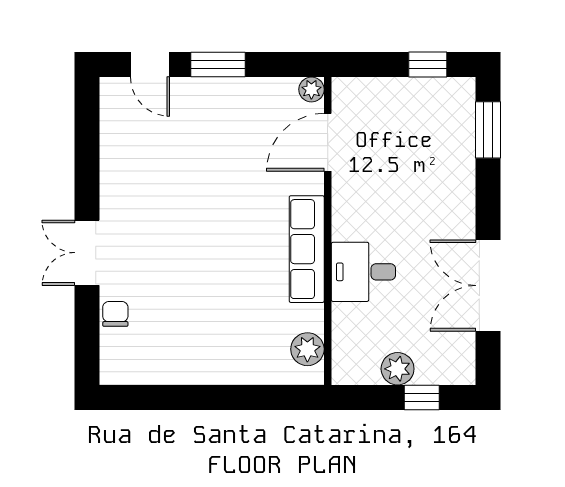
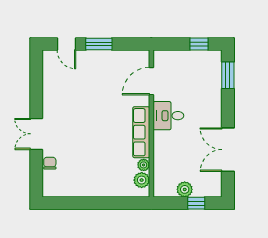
plant: (311, 89) -> (144, 165), moved
desk: (363, 272) -> (168, 116), moved

